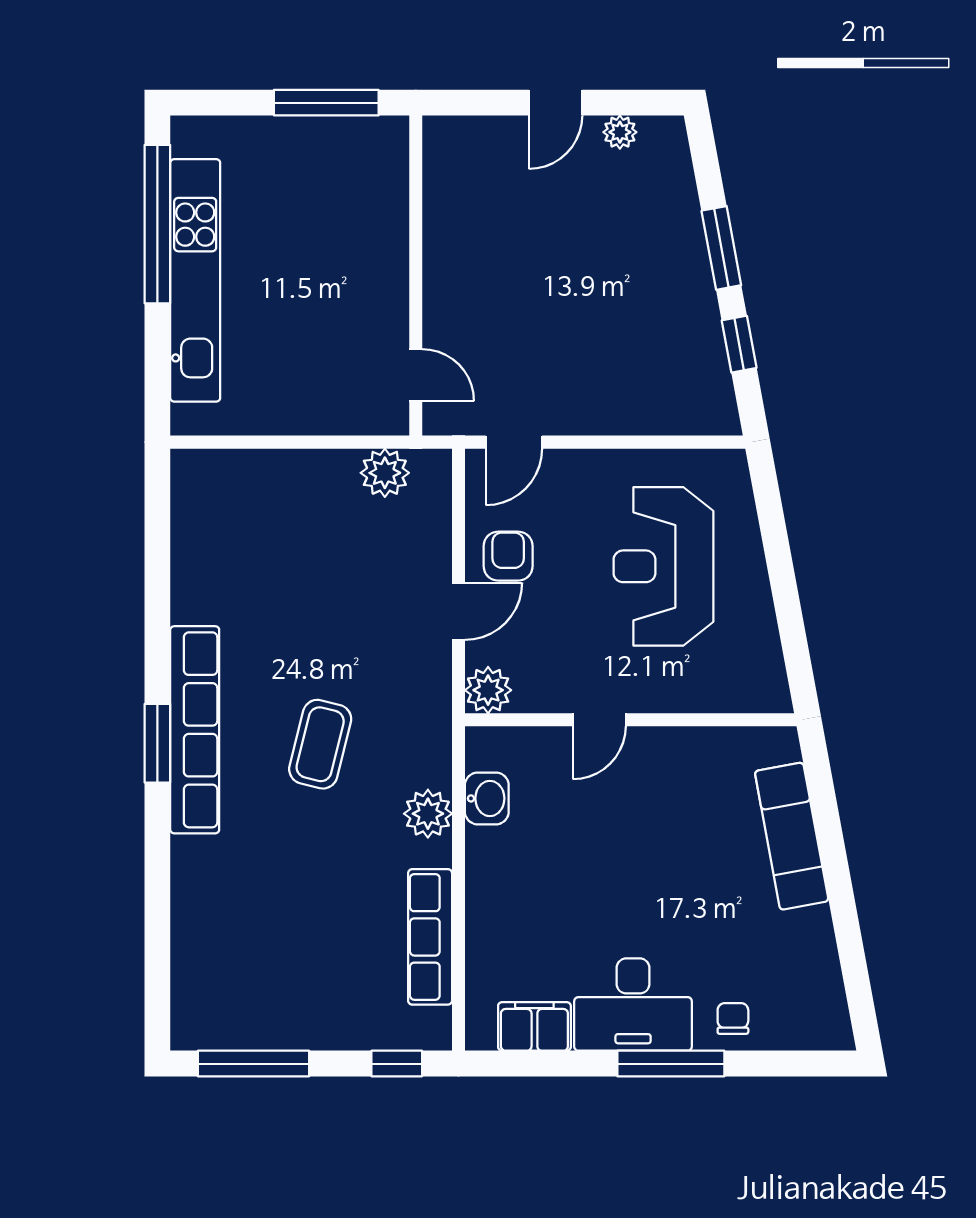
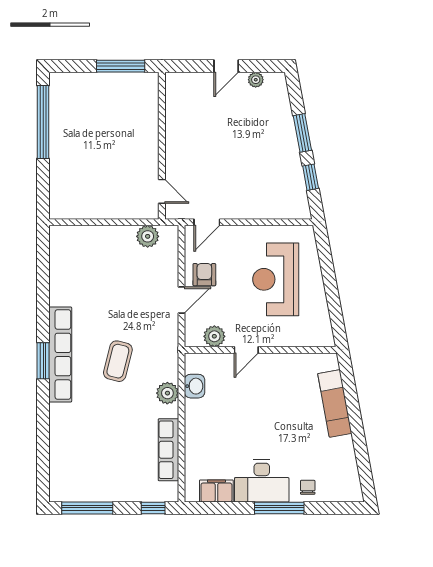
kitchen unit: (195, 280) -> (60, 148), removed
plant: (488, 690) -> (214, 336), moved

